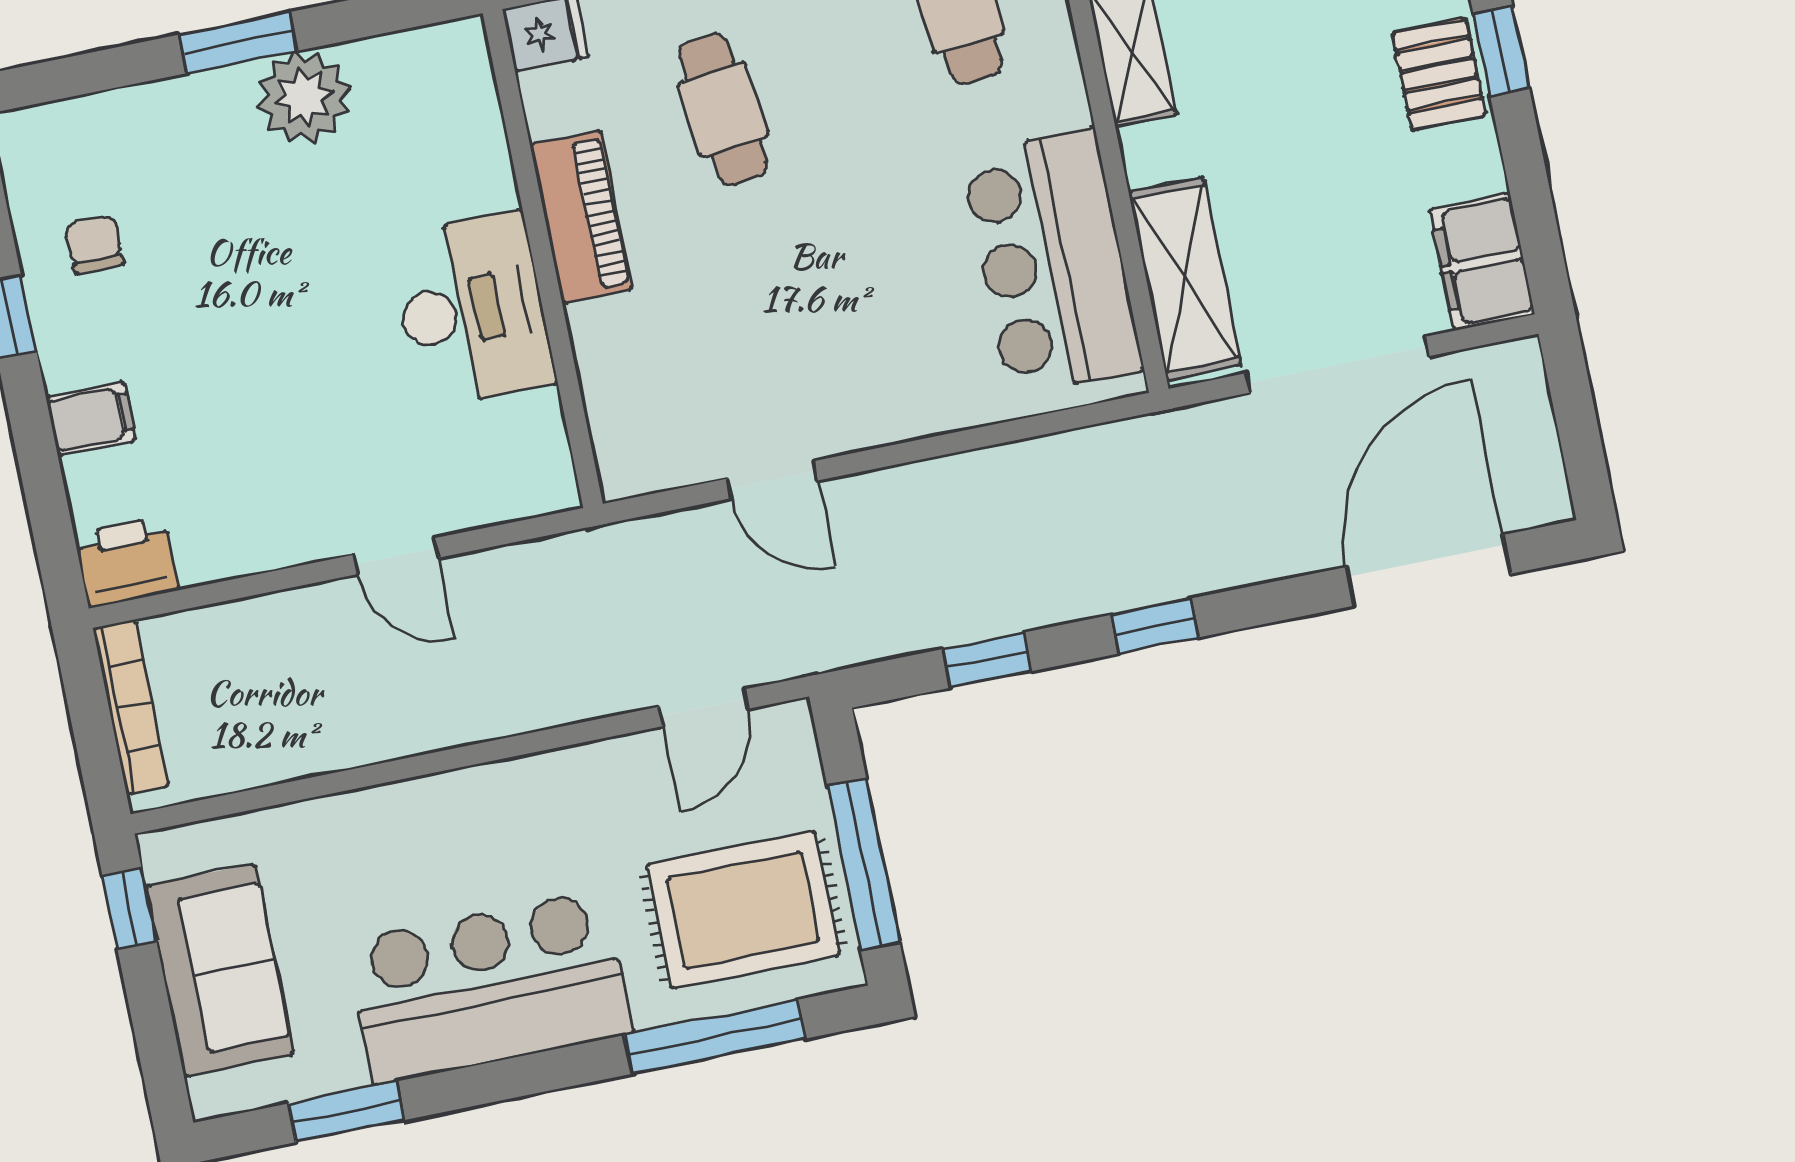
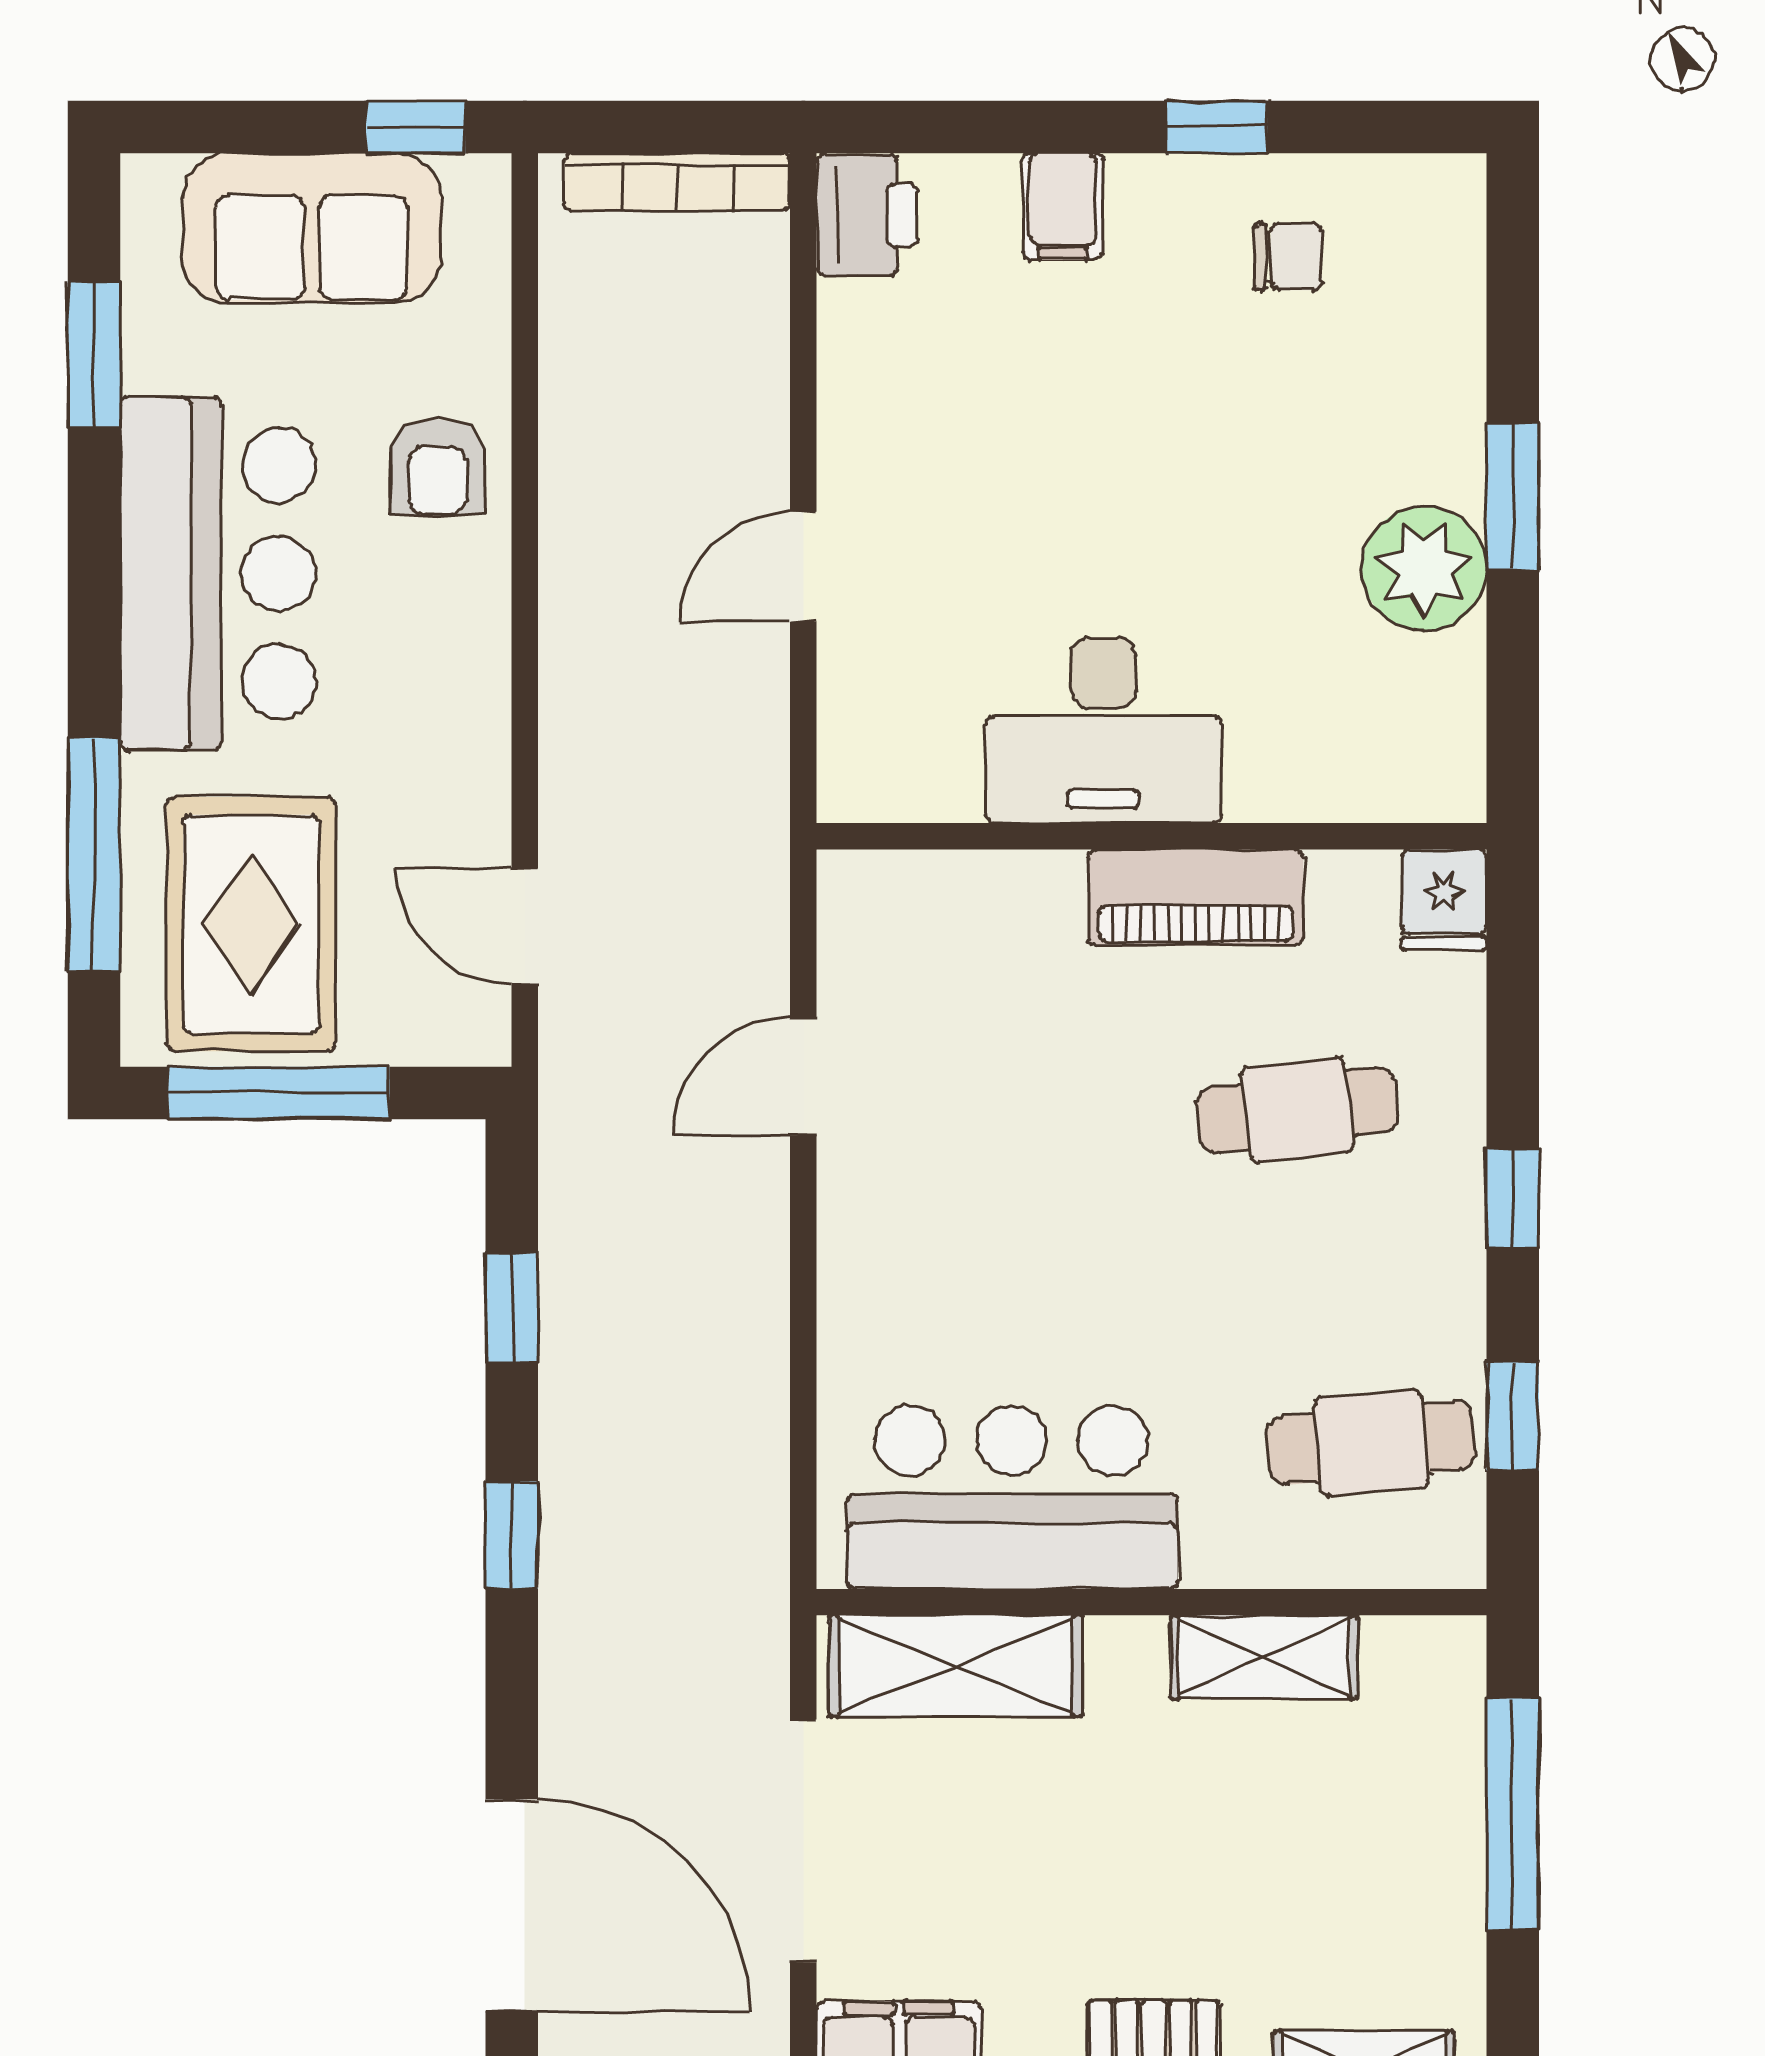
armchair: (377, 841) -> (438, 467), added

